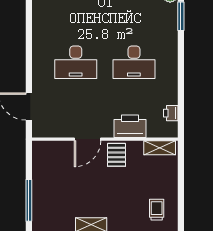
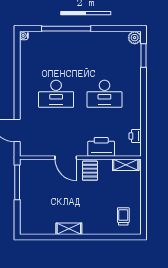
door: (87, 139) -> (66, 158), hinge flipped
window: (29, 200) -> (17, 182), moved

